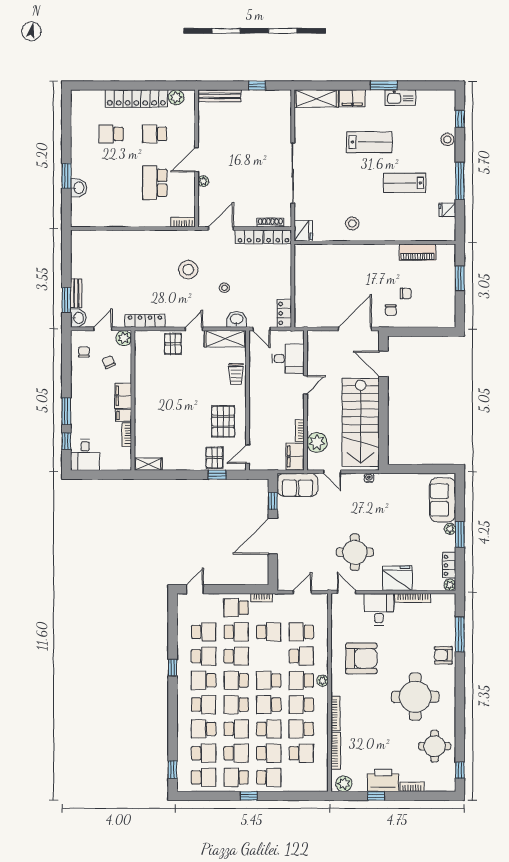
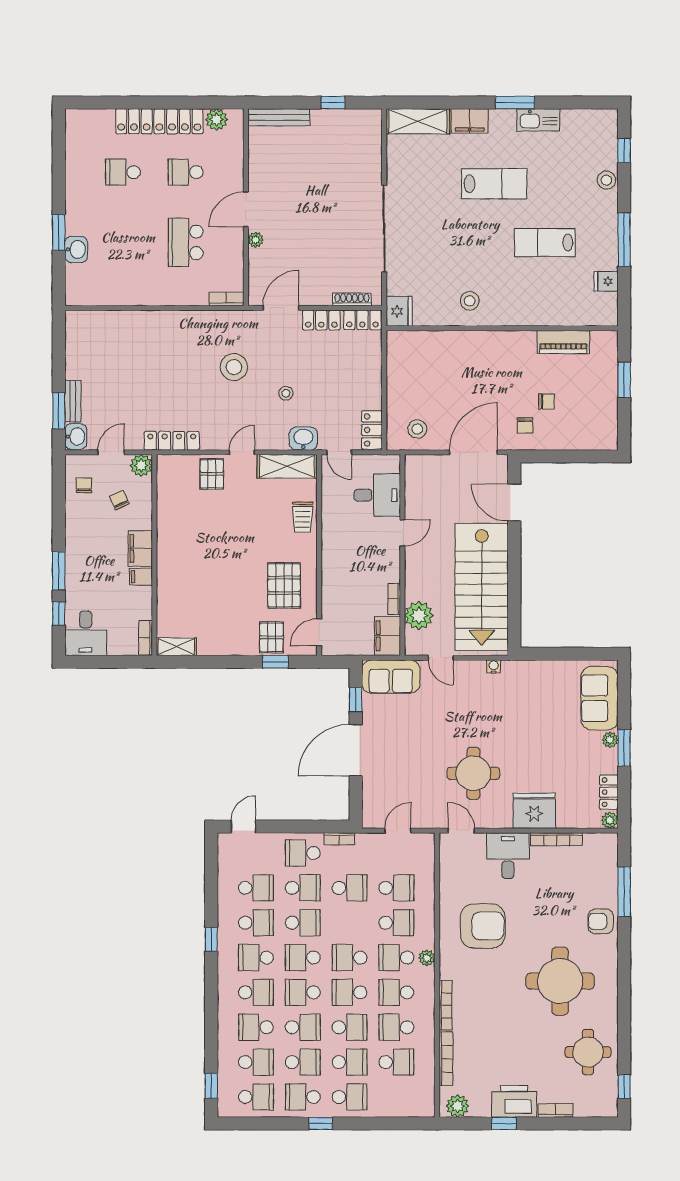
stool: (316, 313) -> (417, 429), added
bookcase: (127, 434) -> (145, 638), moved
school desk: (301, 632) -> (396, 888), turned 180

